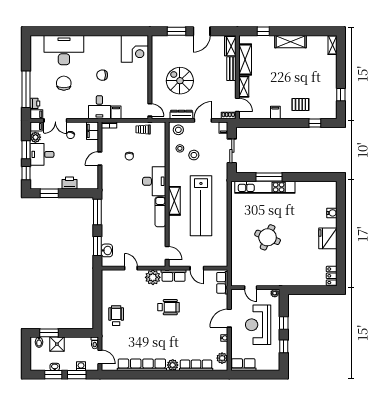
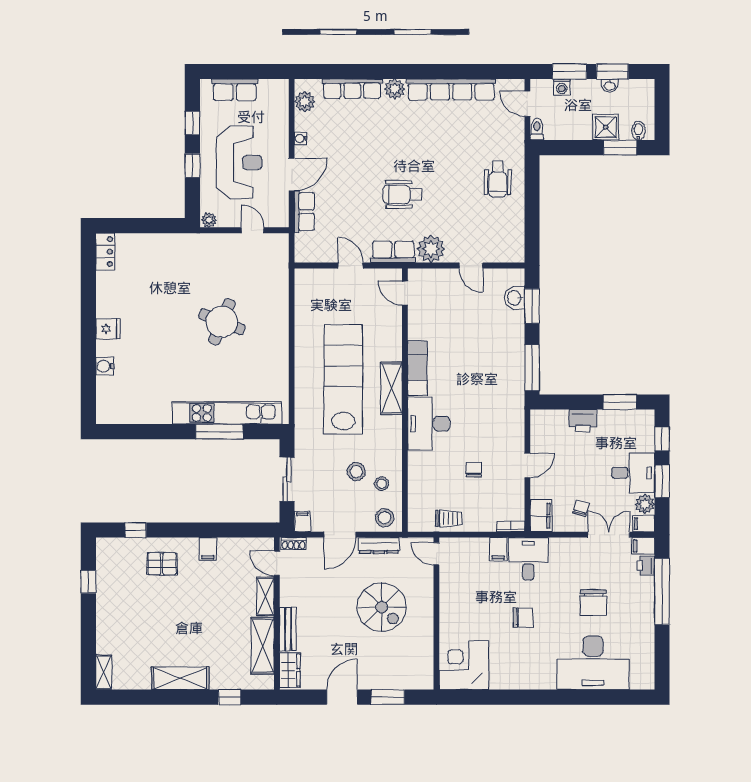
fridge: (328, 238) -> (108, 329), width x0.53, depth x0.75
row of seats: (222, 283) -> (304, 212), moved
row of seats: (243, 365) -> (235, 90), moved

